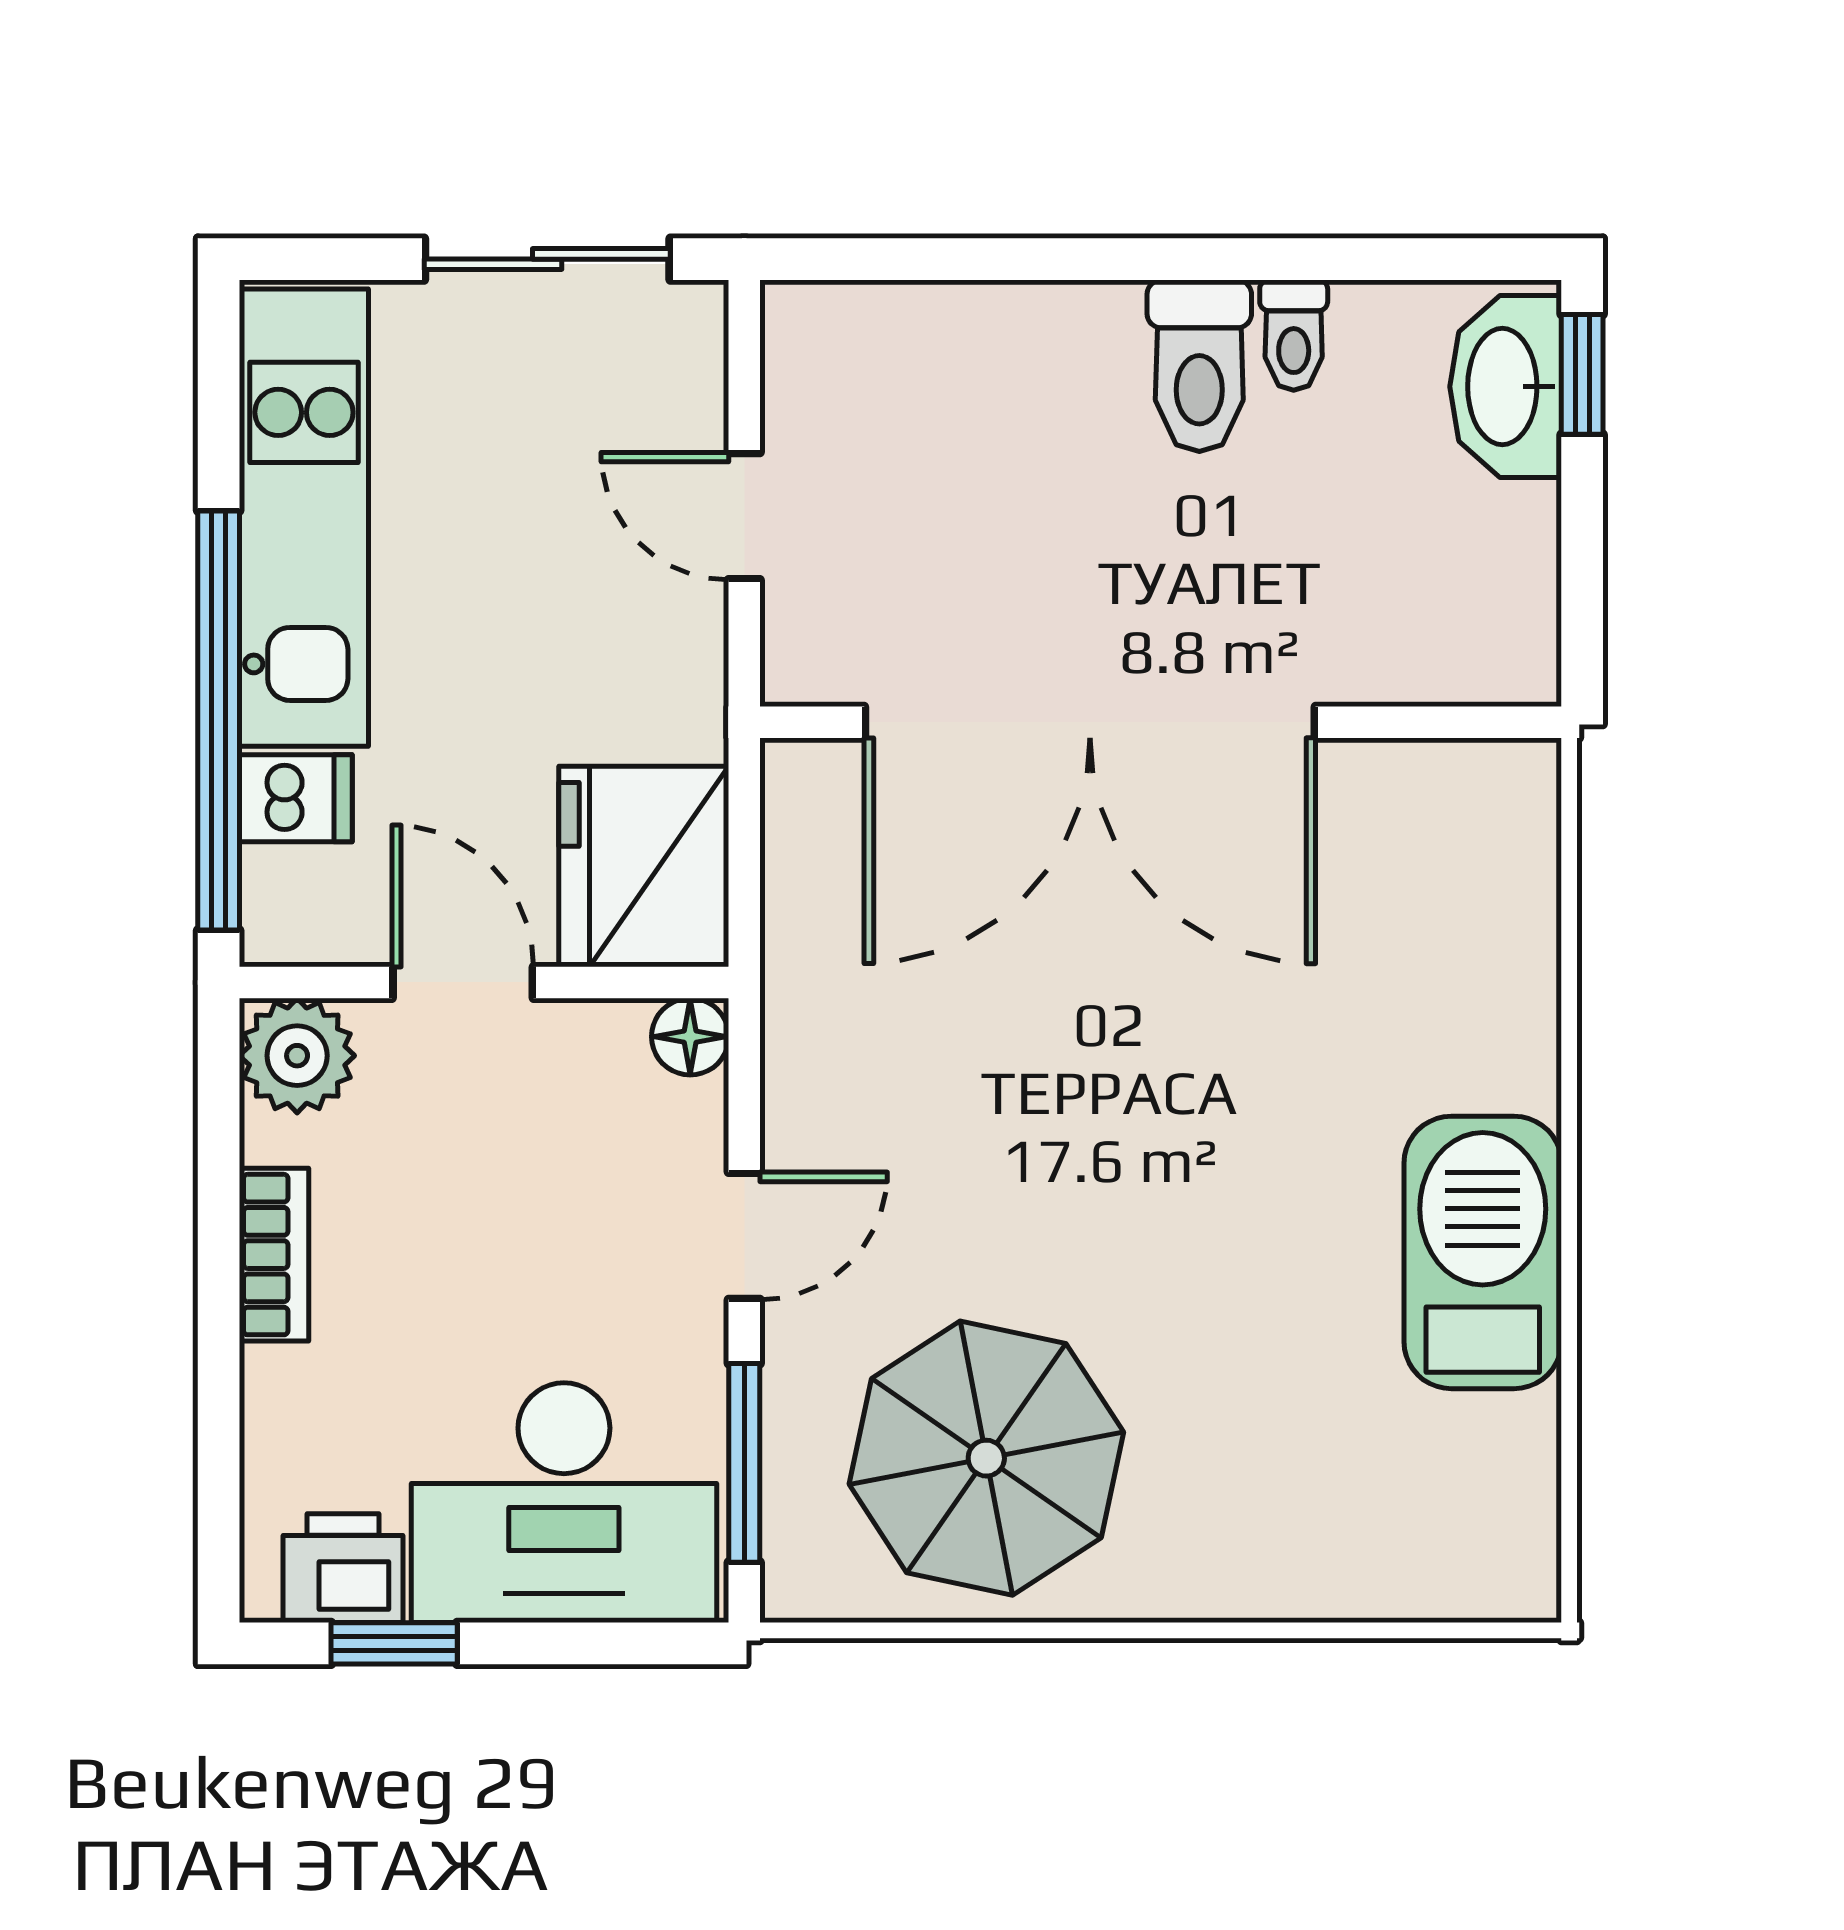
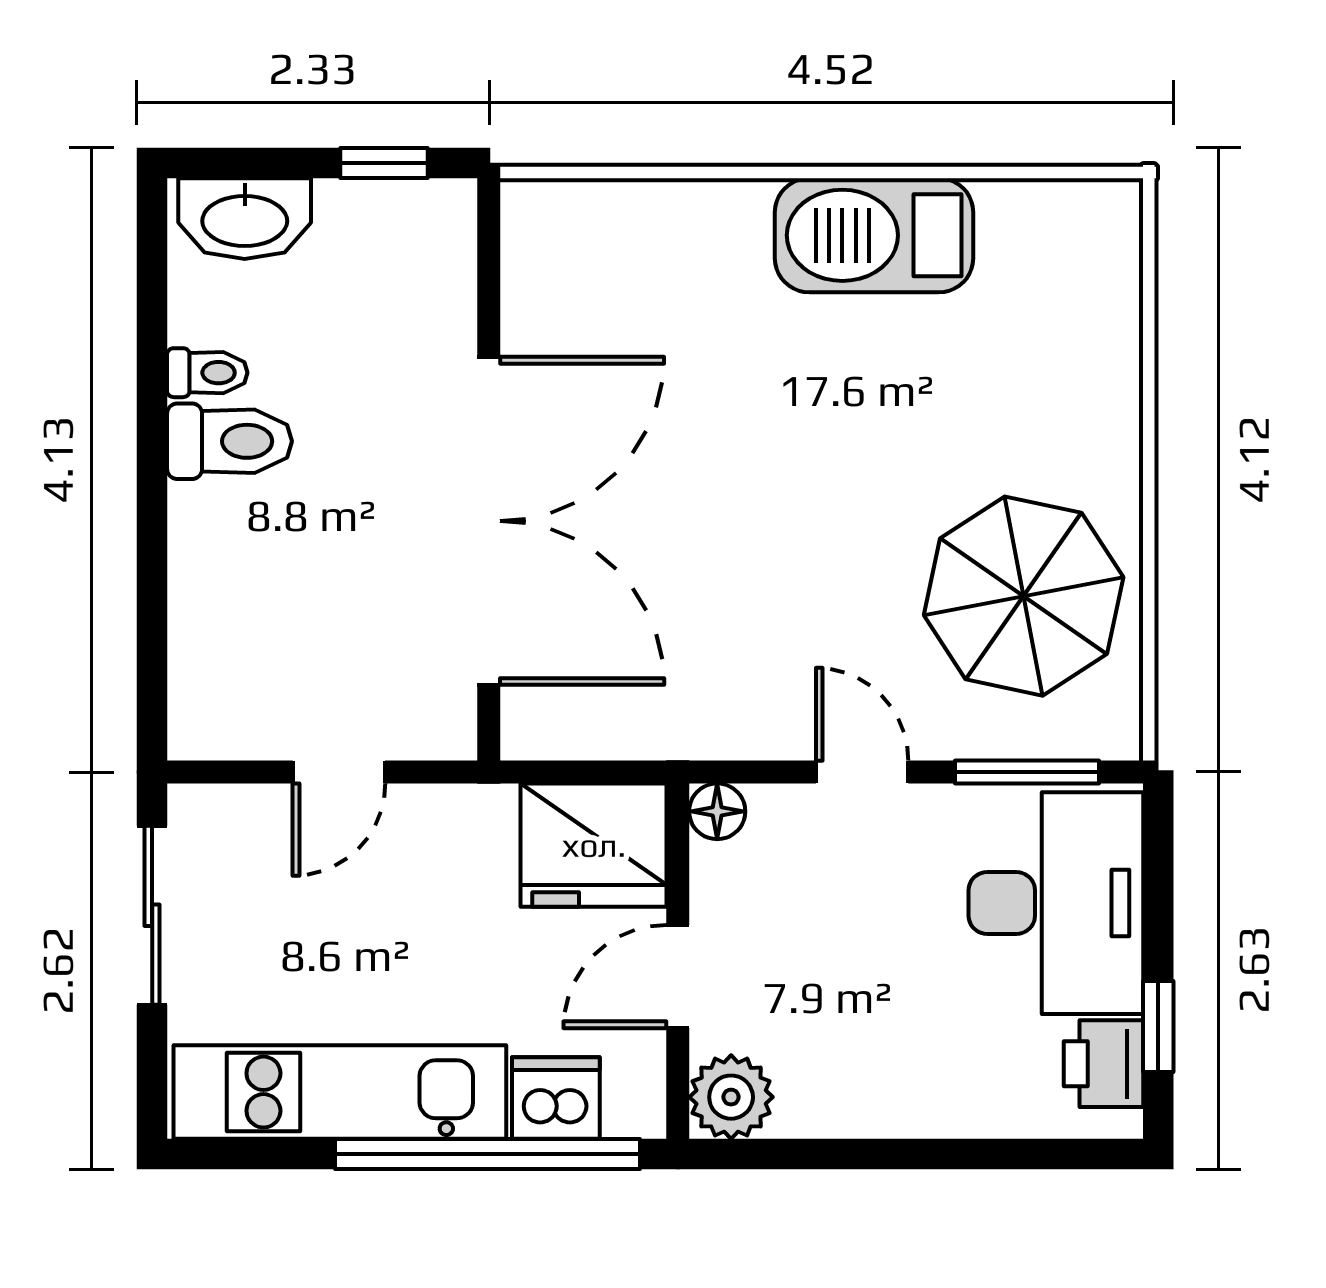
window: (1582, 374) -> (384, 163), moved
dishwasher: (296, 798) -> (556, 1098), width x1.38
bookcase: (274, 1255) -> (876, 1114), removed

